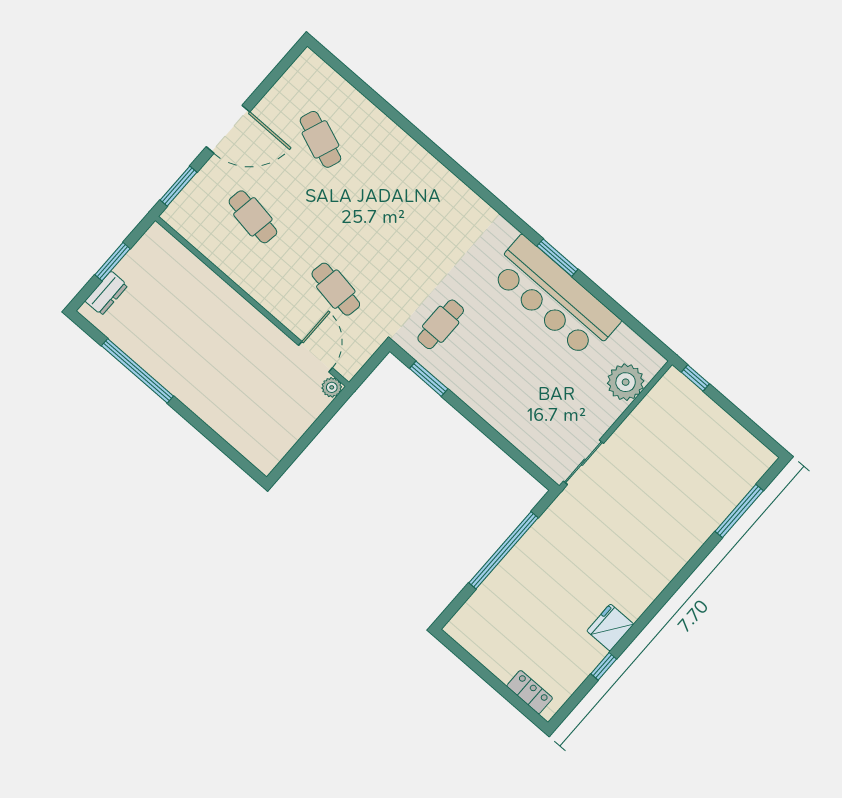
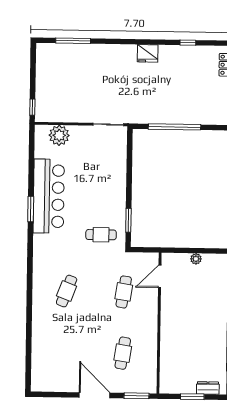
cafe table: (320, 139) -> (67, 291), moved
plant: (332, 387) -> (196, 259), moved
fridge: (610, 628) -> (148, 53), moved

